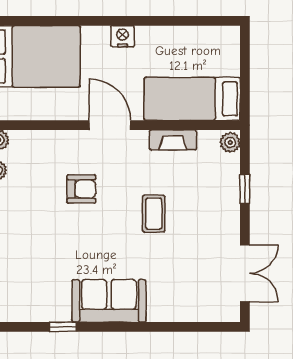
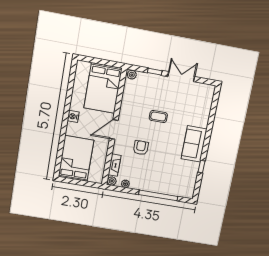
bed: (192, 99) -> (103, 88), width x1.50
fireplace: (173, 140) -> (115, 165), moved
double door: (245, 273) -> (181, 77), moved

